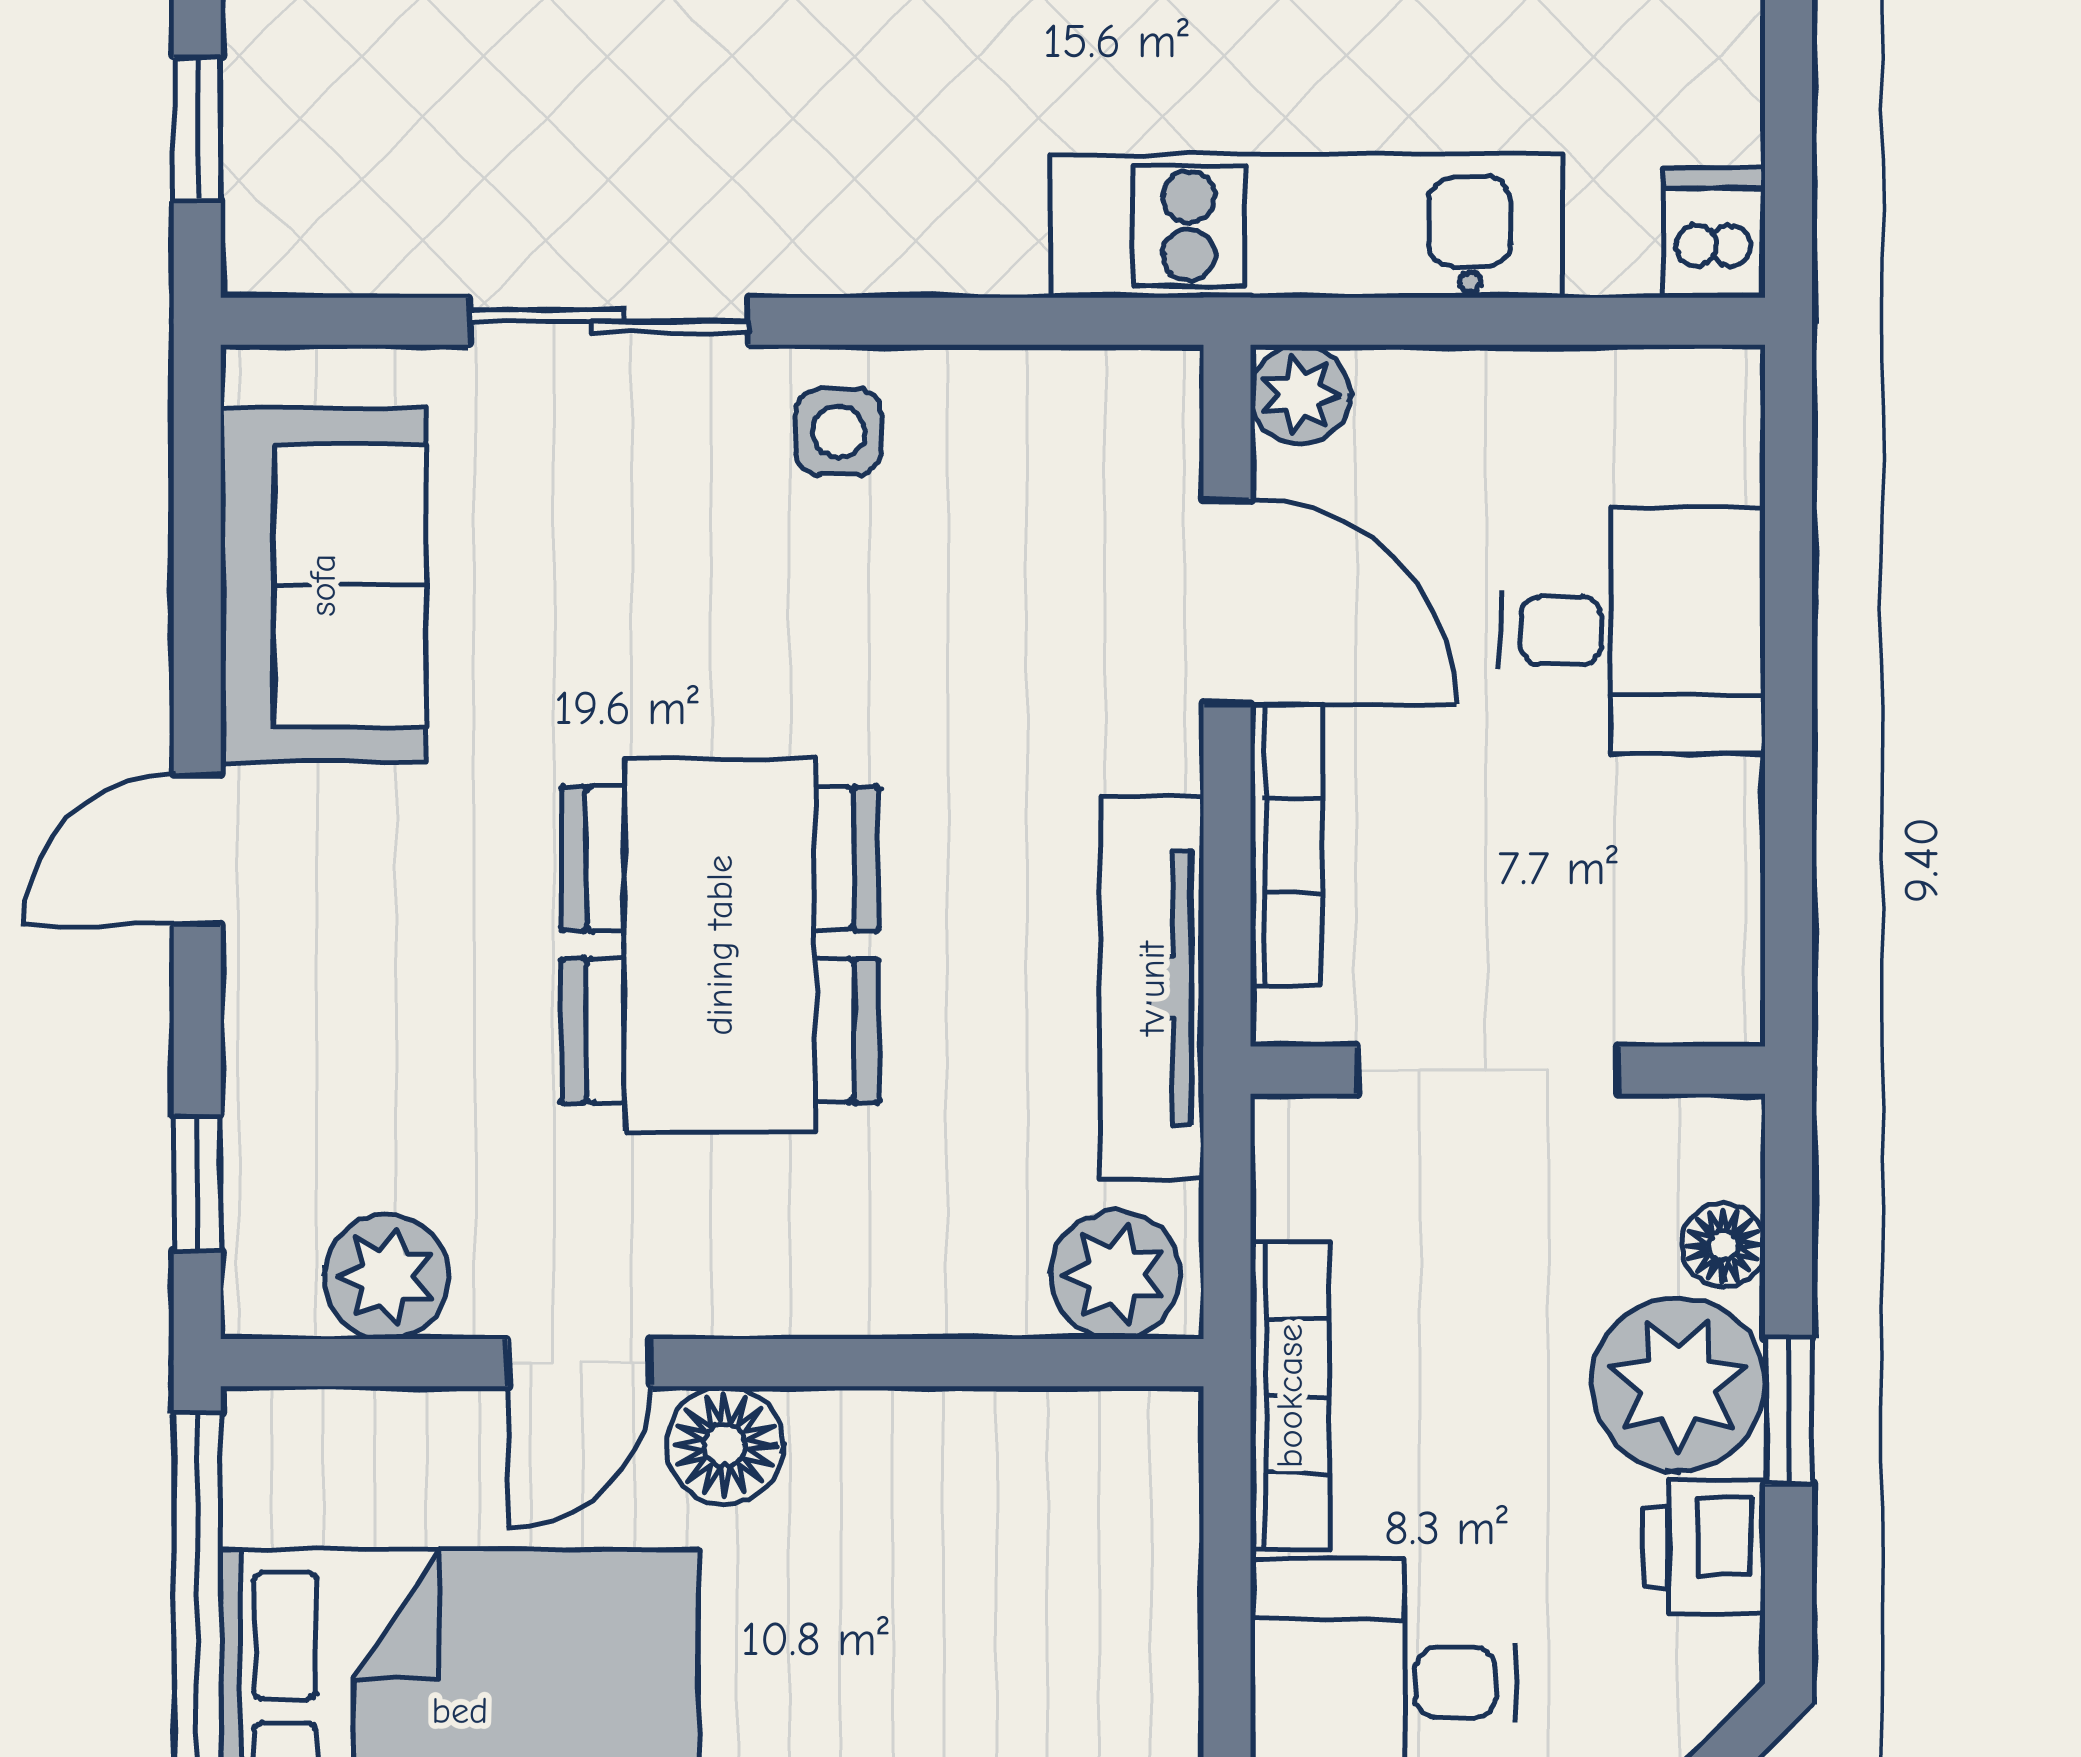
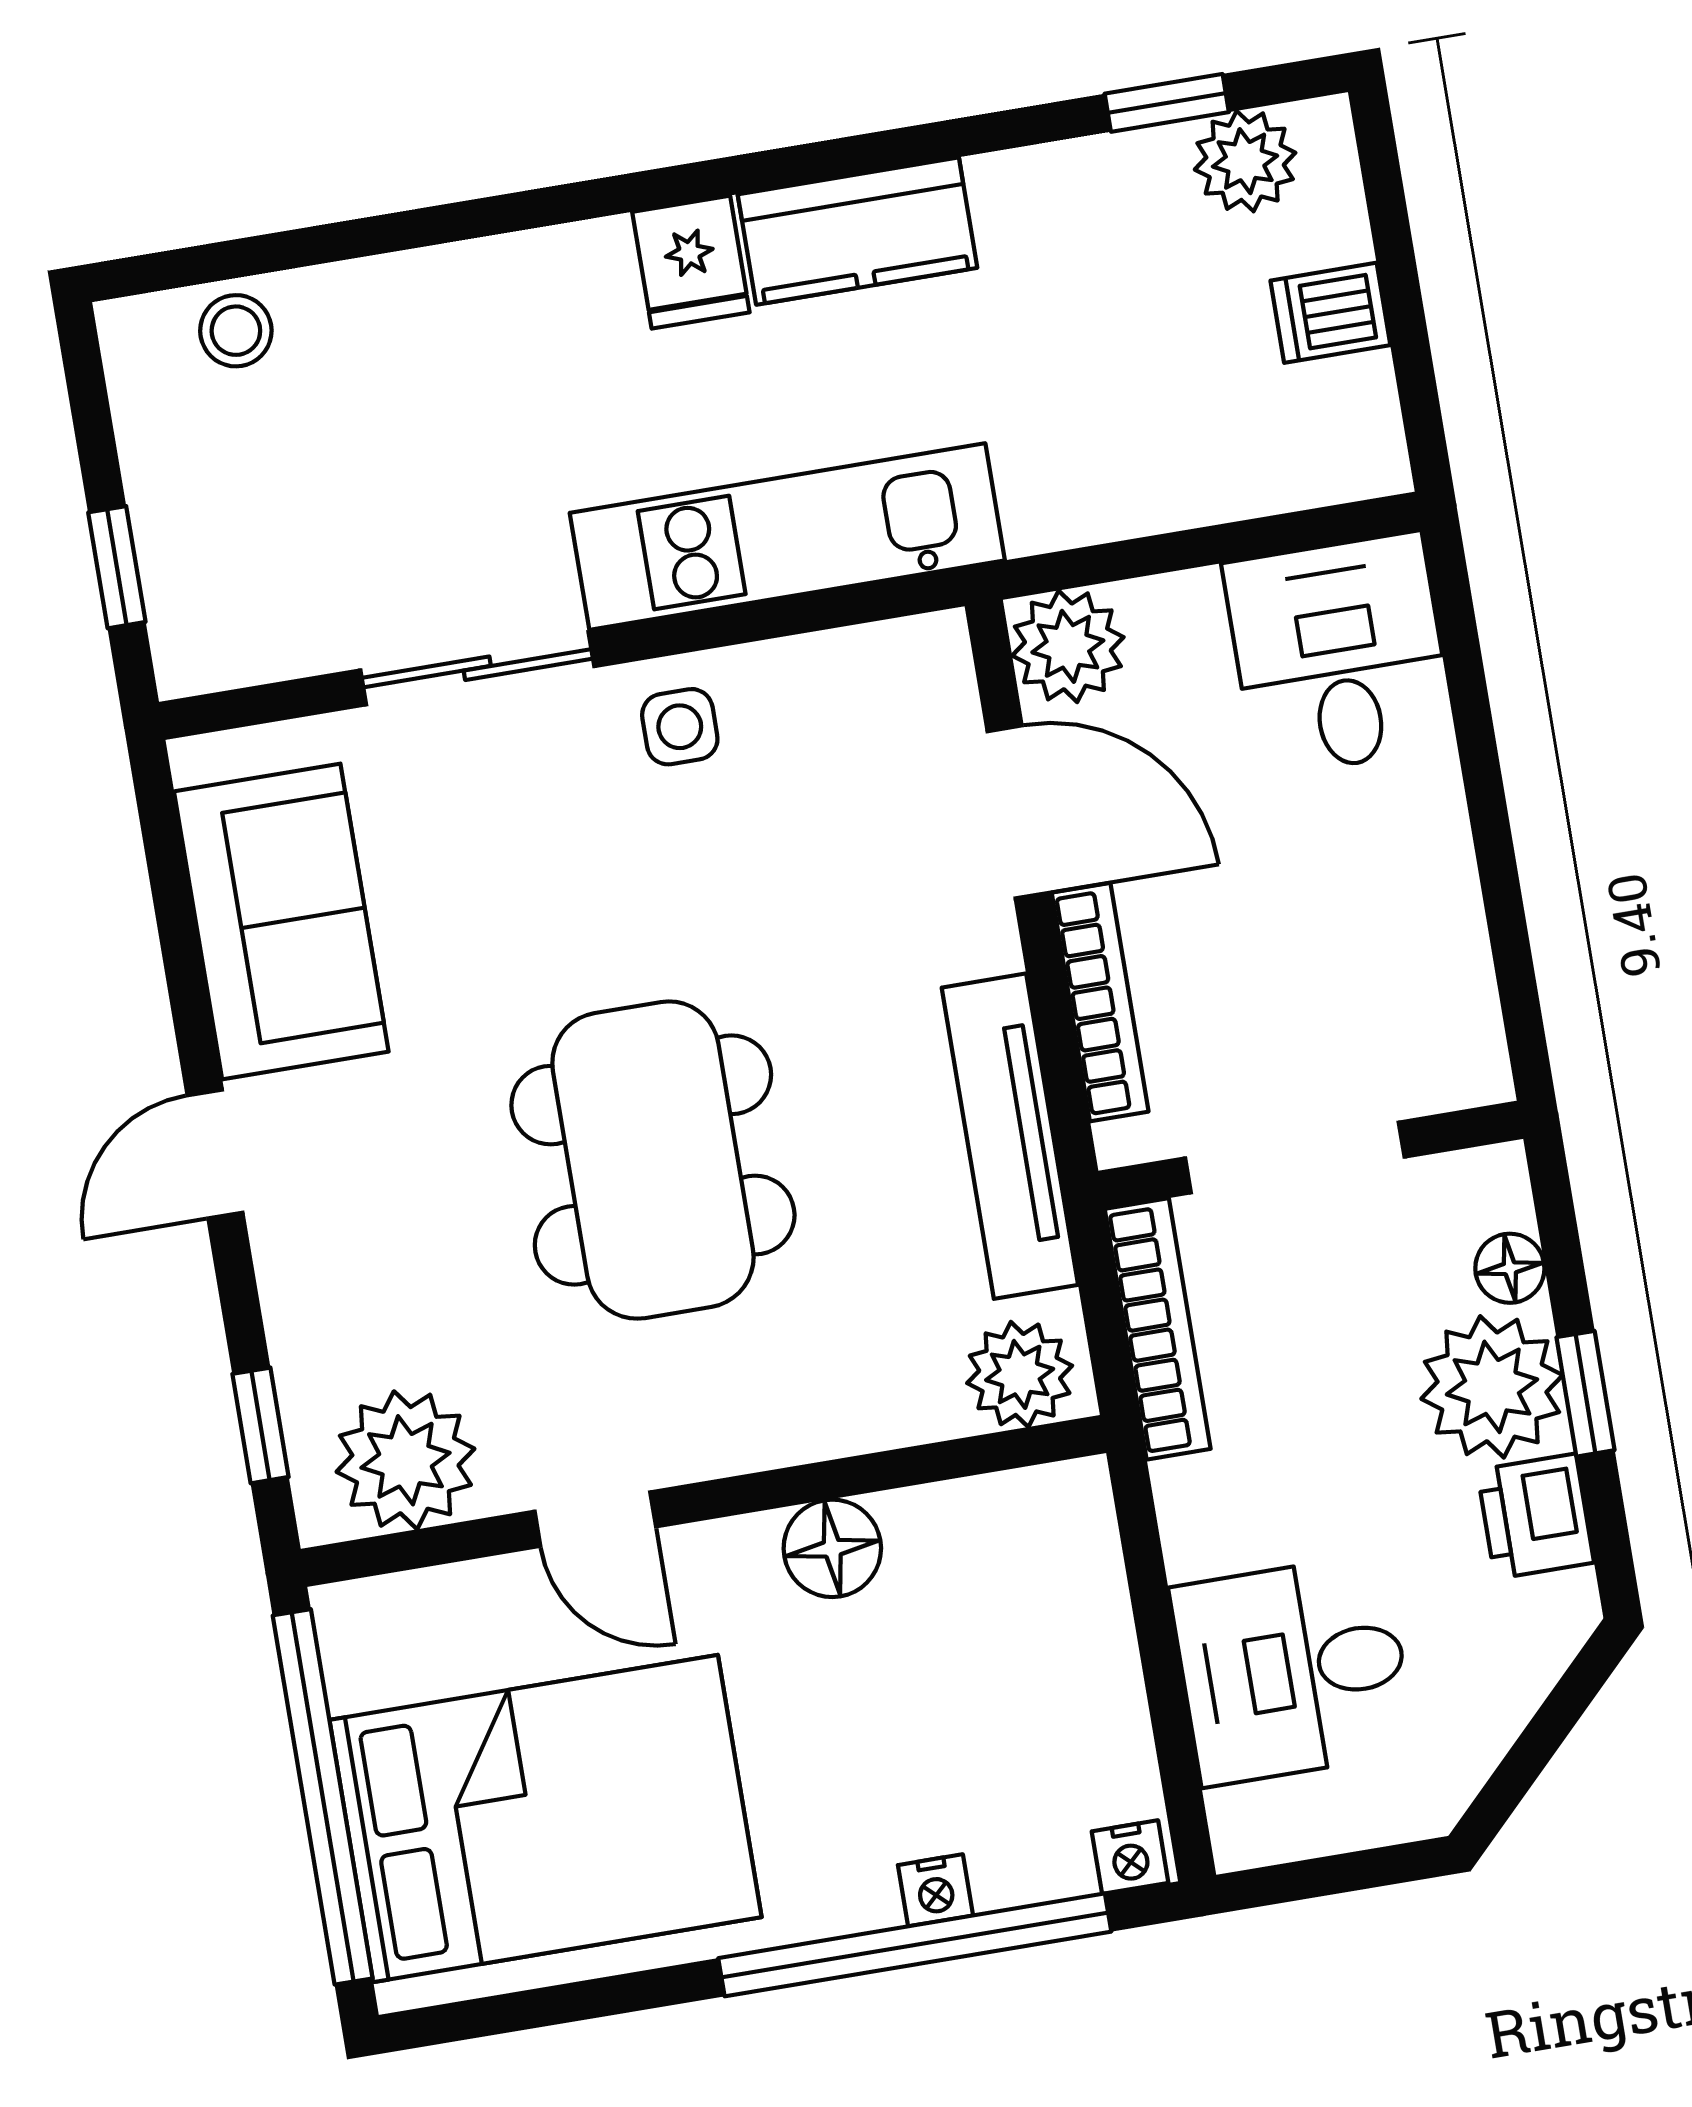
kitchen unit: (1306, 226) -> (787, 537), moved
dishwasher: (1714, 233) -> (1330, 313), moved, turned -90
plant: (1300, 395) -> (1068, 646), width x1.38, depth x1.38
desk: (1632, 631) -> (1339, 655), moved, turned -90
plant: (386, 1277) -> (405, 1460), width x1.36, depth x1.36
door: (579, 1363) -> (595, 1519), hinge flipped
bookcase: (1290, 1396) -> (1158, 1329), moved
floor lamp: (725, 1445) -> (832, 1548), moved

